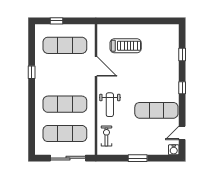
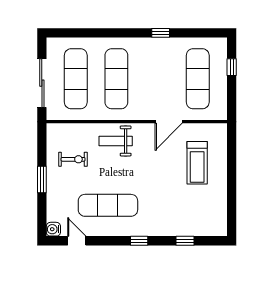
exercise mat: (156, 110) -> (108, 205), turned 90
exercise bike: (106, 136) -> (73, 159), moved

